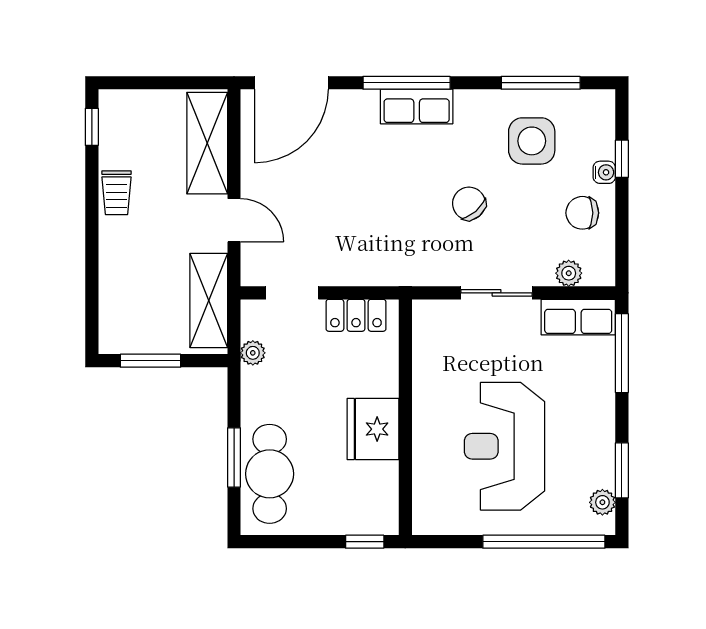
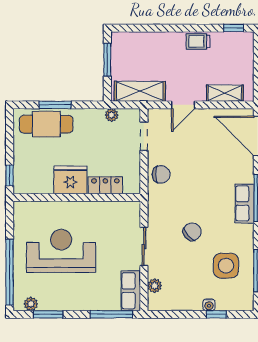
shelving: (207, 143) -> (225, 93), width x0.67, depth x0.75
chair: (582, 213) -> (161, 174), moved, turned 90
locker: (356, 315) -> (105, 185), moved, turned 90

